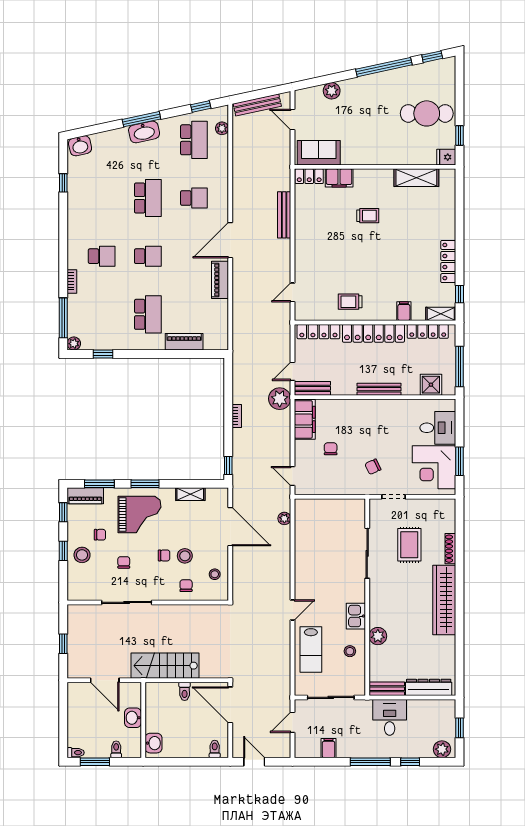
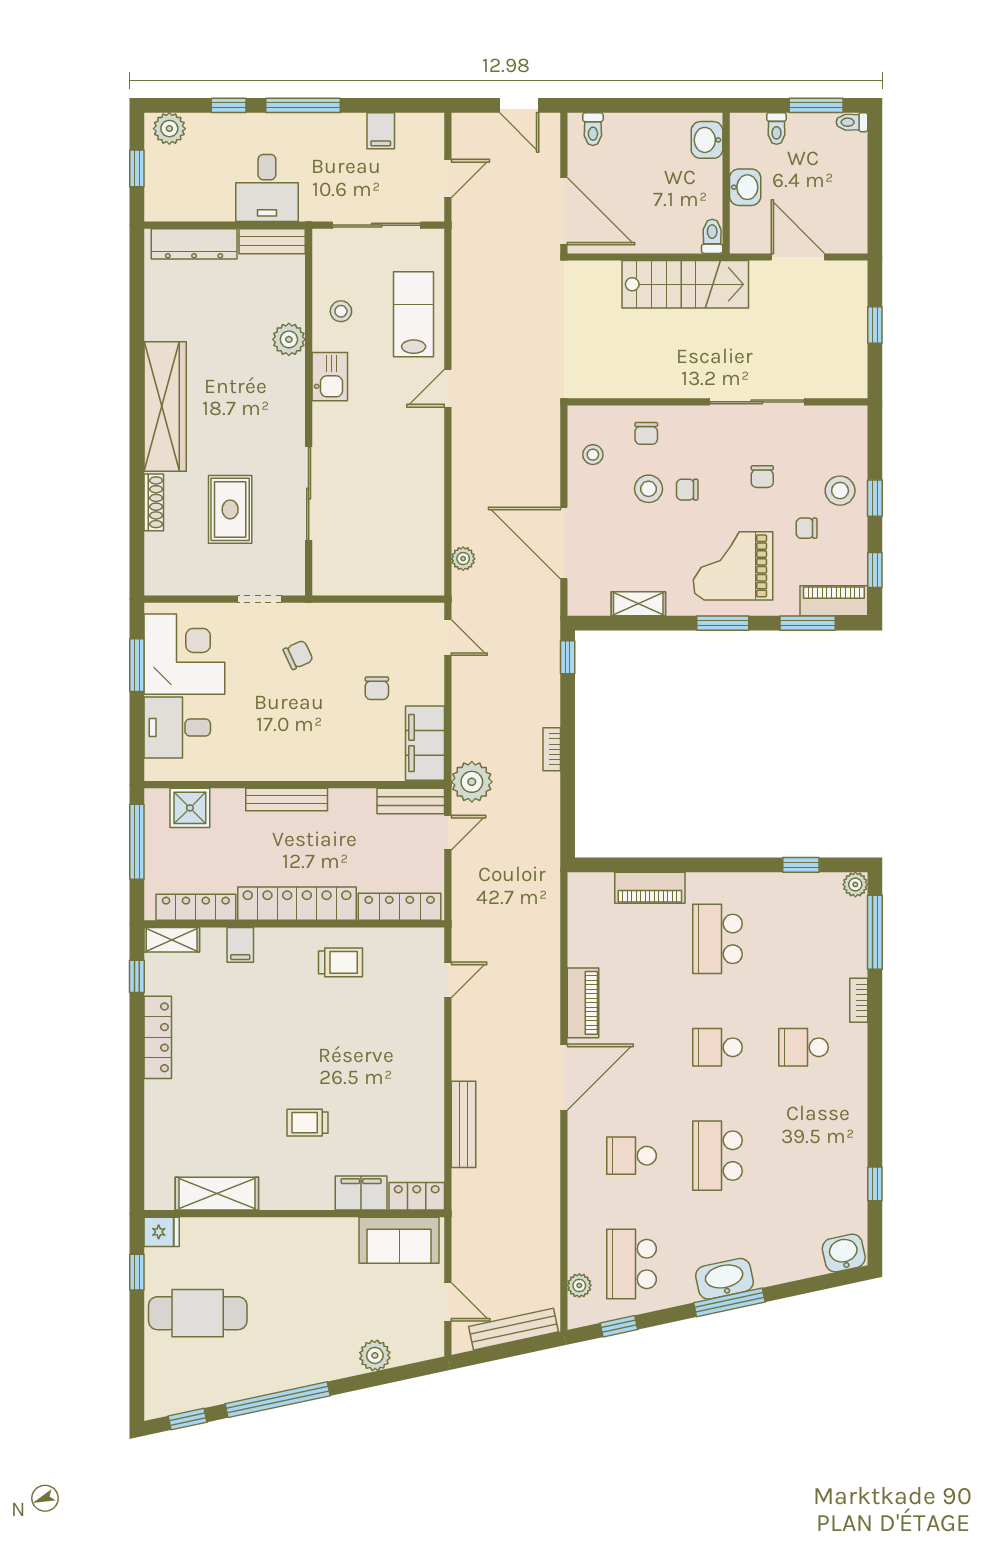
toilet: (185, 691) -> (712, 236), moved

